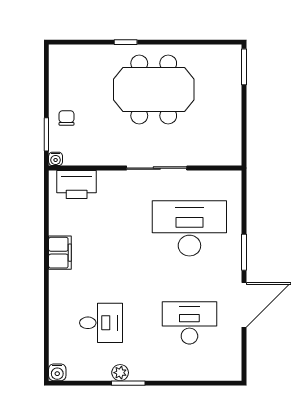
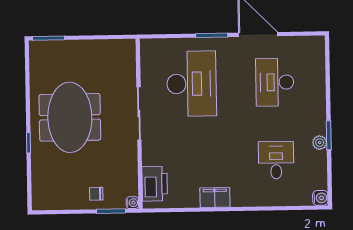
desk: (189, 228) -> (192, 84), turned 180

